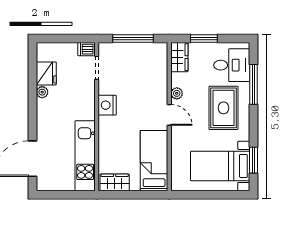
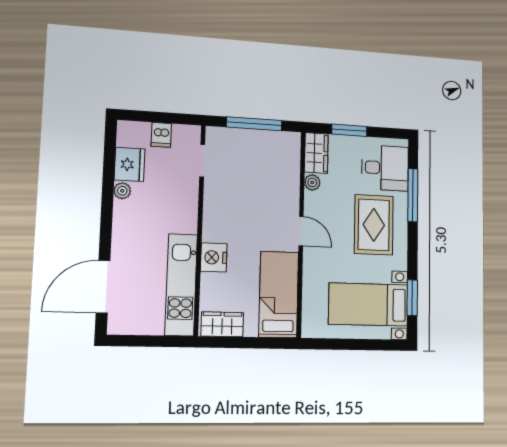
dishwasher: (86, 49) -> (161, 135), moved, turned -90
plant: (177, 93) -> (312, 182), moved
nightstand: (107, 105) -> (214, 257), moved

